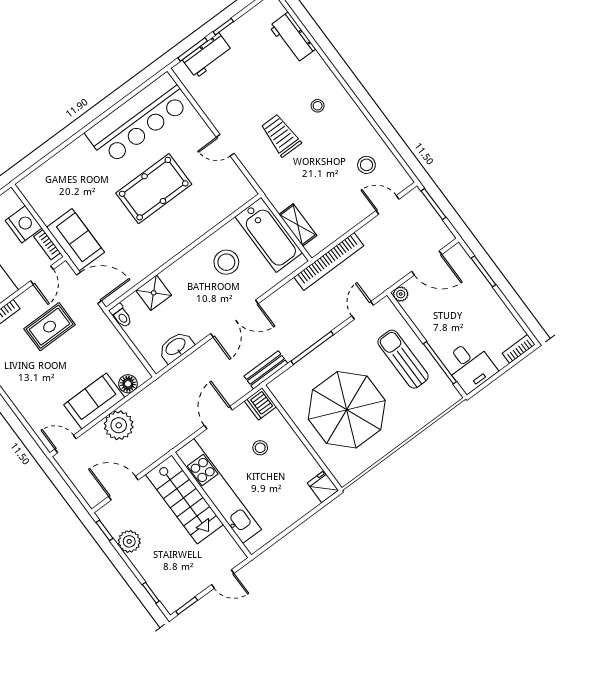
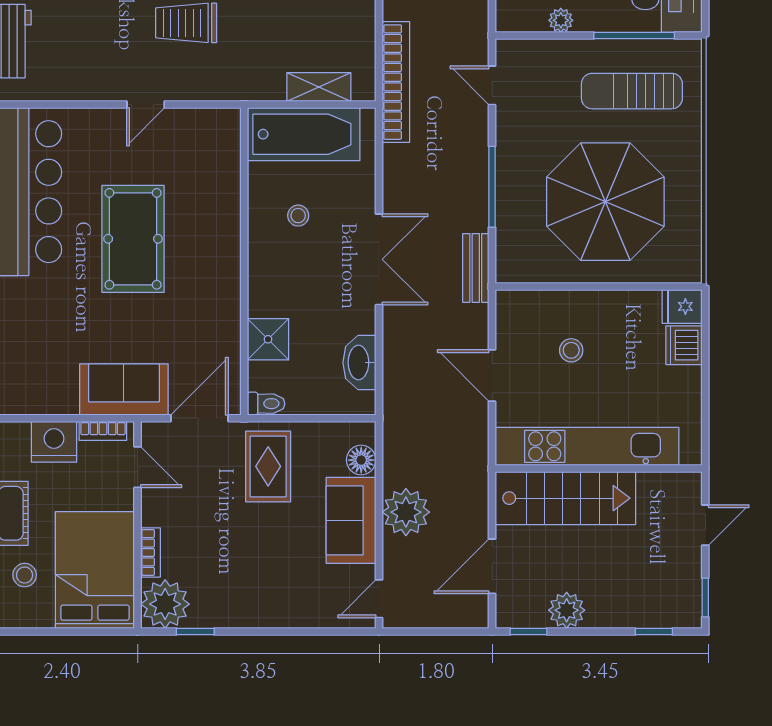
stool: (226, 262) -> (298, 216), width x0.53, depth x0.53
plant: (401, 294) -> (561, 20), moved
rug: (50, 327) -> (268, 466), moved
sun lounger: (403, 359) -> (632, 91), moved
dishwasher: (260, 404) -> (684, 345), moved, turned 90

